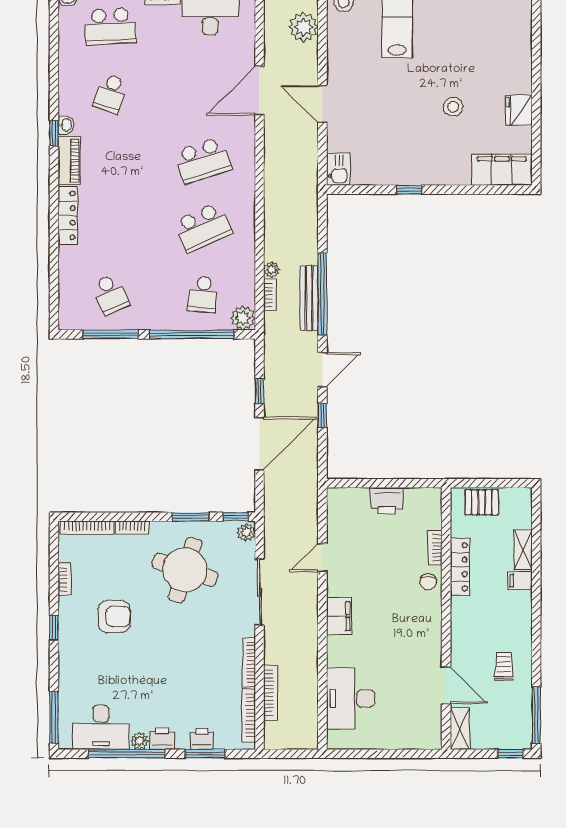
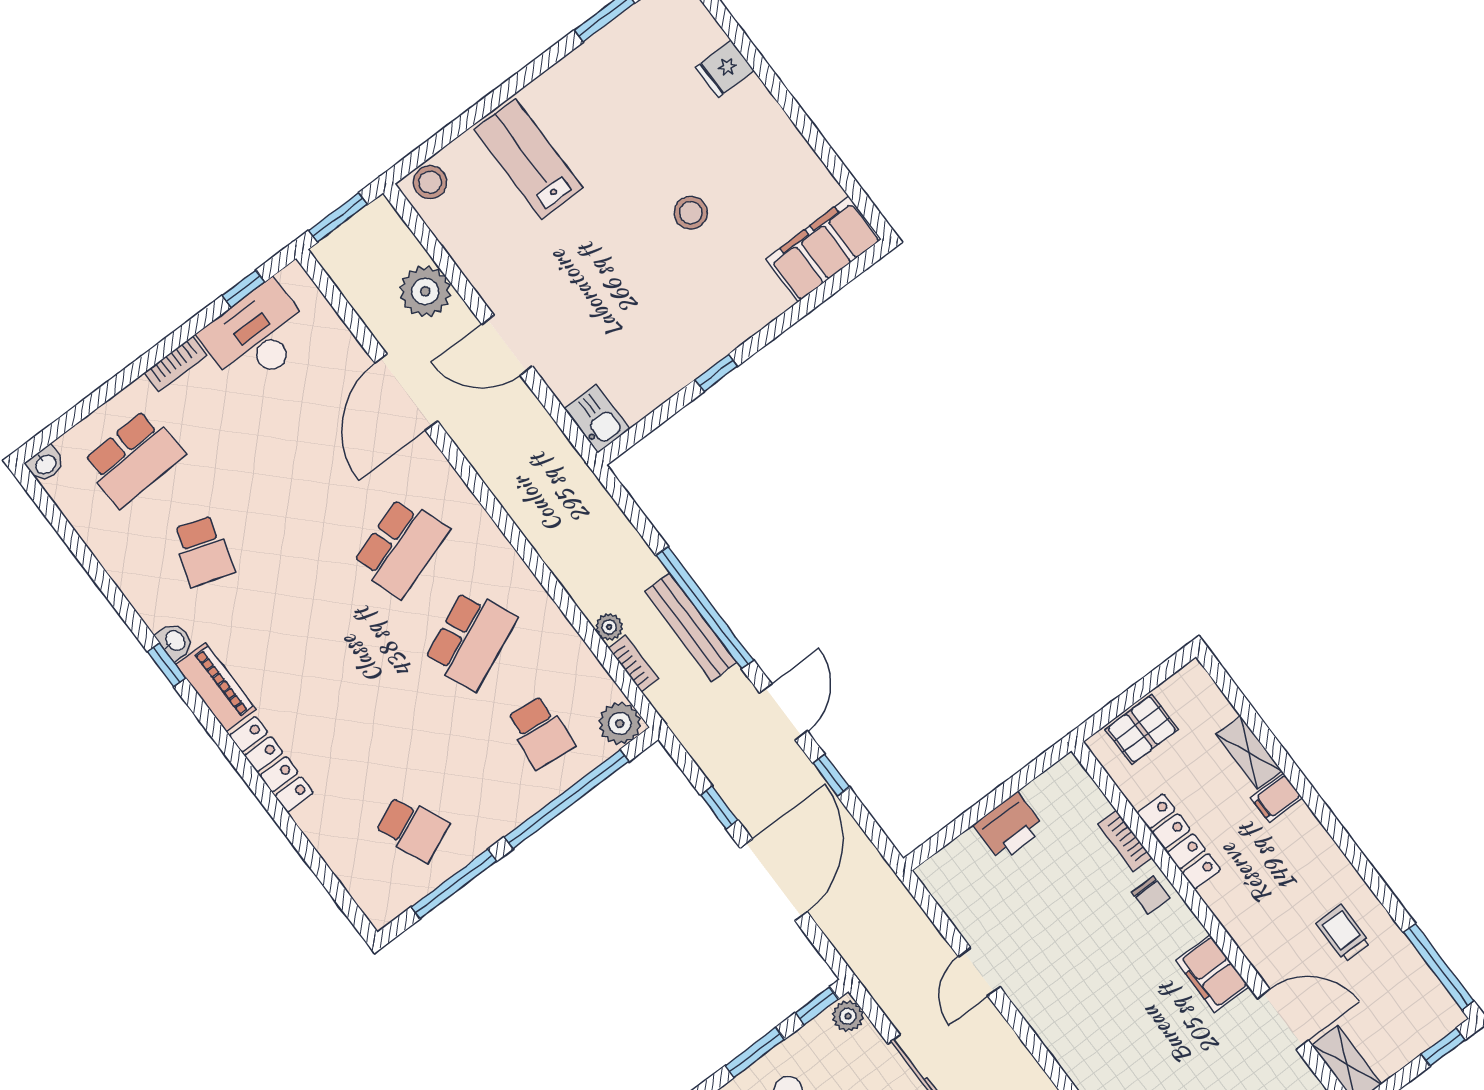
plant: (303, 27) -> (425, 291), moved
fridge: (519, 110) -> (725, 69), moved, width x0.72
filing cabinet: (339, 616) -> (1212, 973), moved, turned 180

